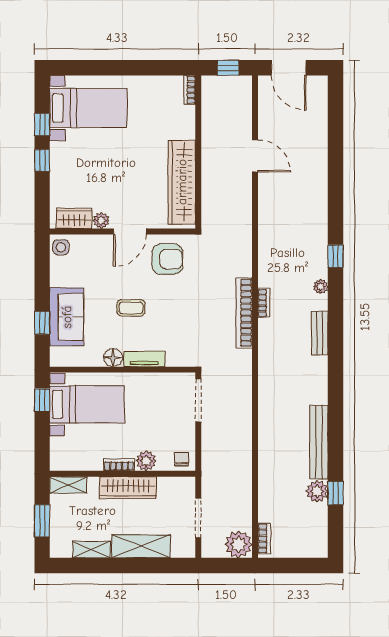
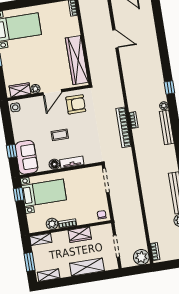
sofa: (67, 317) -> (27, 157), moved
bench: (320, 333) -> (167, 127), width x1.36
plant: (146, 461) -> (52, 224), moved
wardrobe: (128, 488) -> (80, 235), width x0.67
shelving: (91, 549) -> (49, 275), moved

